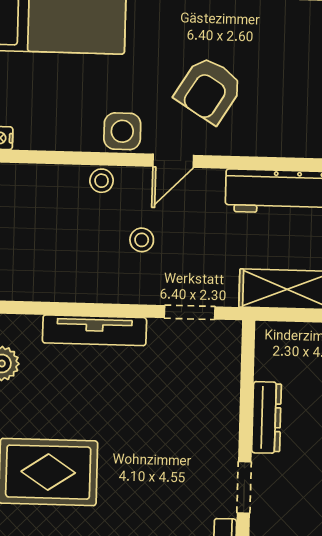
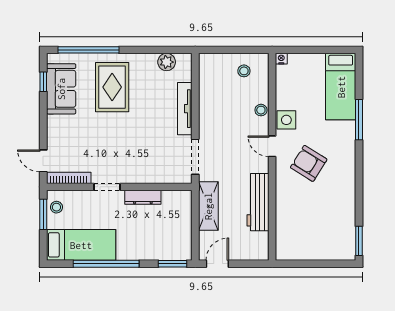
stool: (142, 240) -> (244, 71), moved
doorway: (190, 312) -> (195, 157), width x1.38

